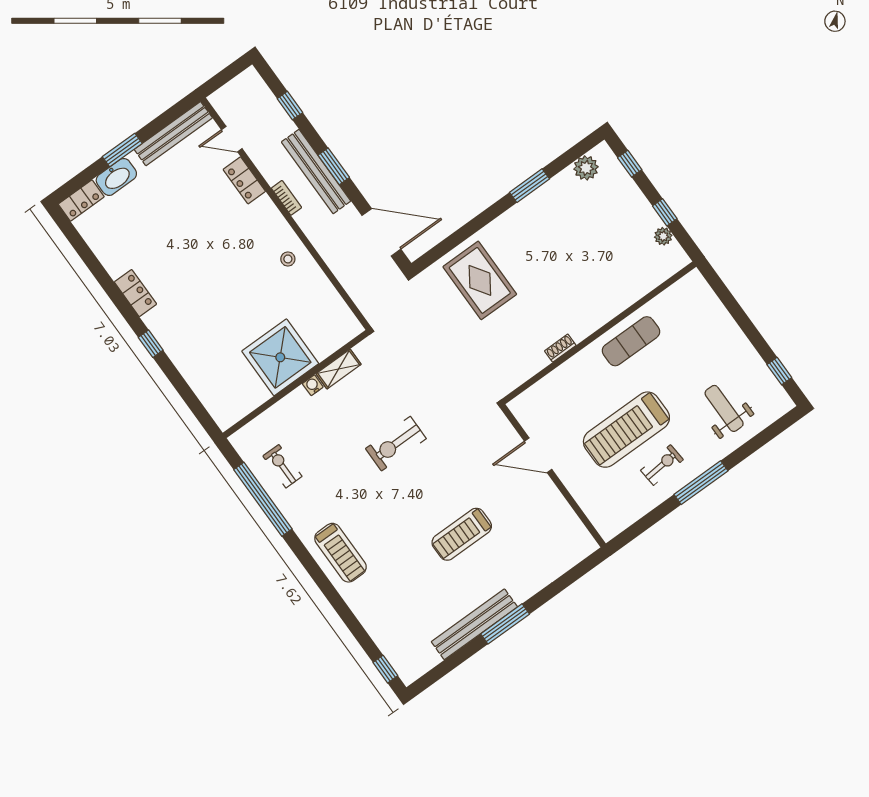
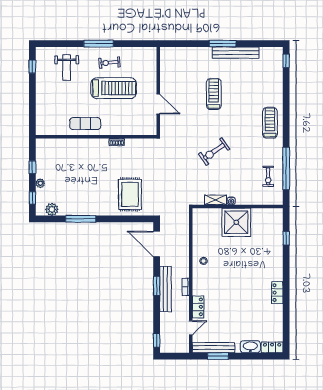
window: (290, 106) -> (157, 340), moved
door: (232, 139) -> (191, 328), hinge flipped
window: (122, 150) -> (218, 356), moved
window: (529, 186) -> (81, 219), width x1.44
plant: (663, 236) -> (40, 183), moved
window: (151, 344) -> (286, 238), moved
exercise bike: (396, 444) -> (214, 152), turned 145
treadmill: (462, 534) -> (214, 94), turned -90

